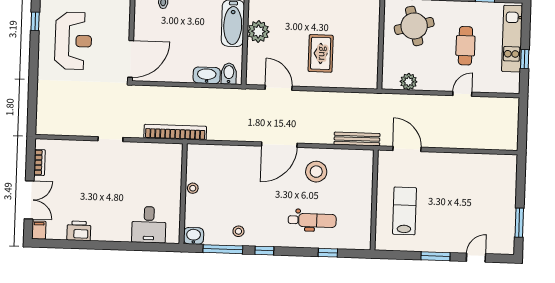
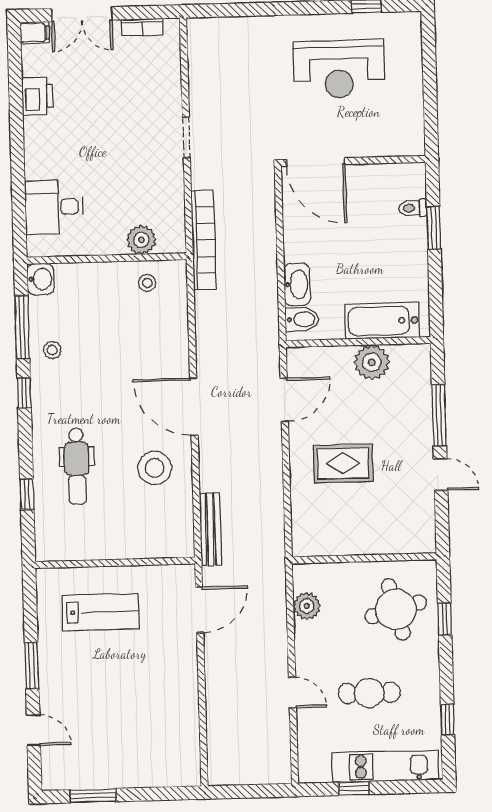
plant: (173, 171) -> (141, 240), added
stool: (193, 188) -> (147, 283), moved

